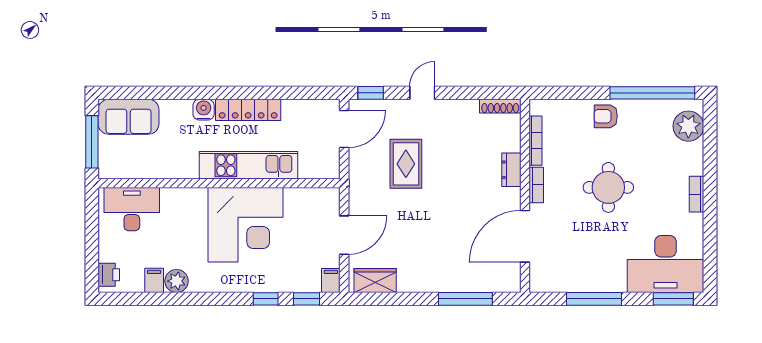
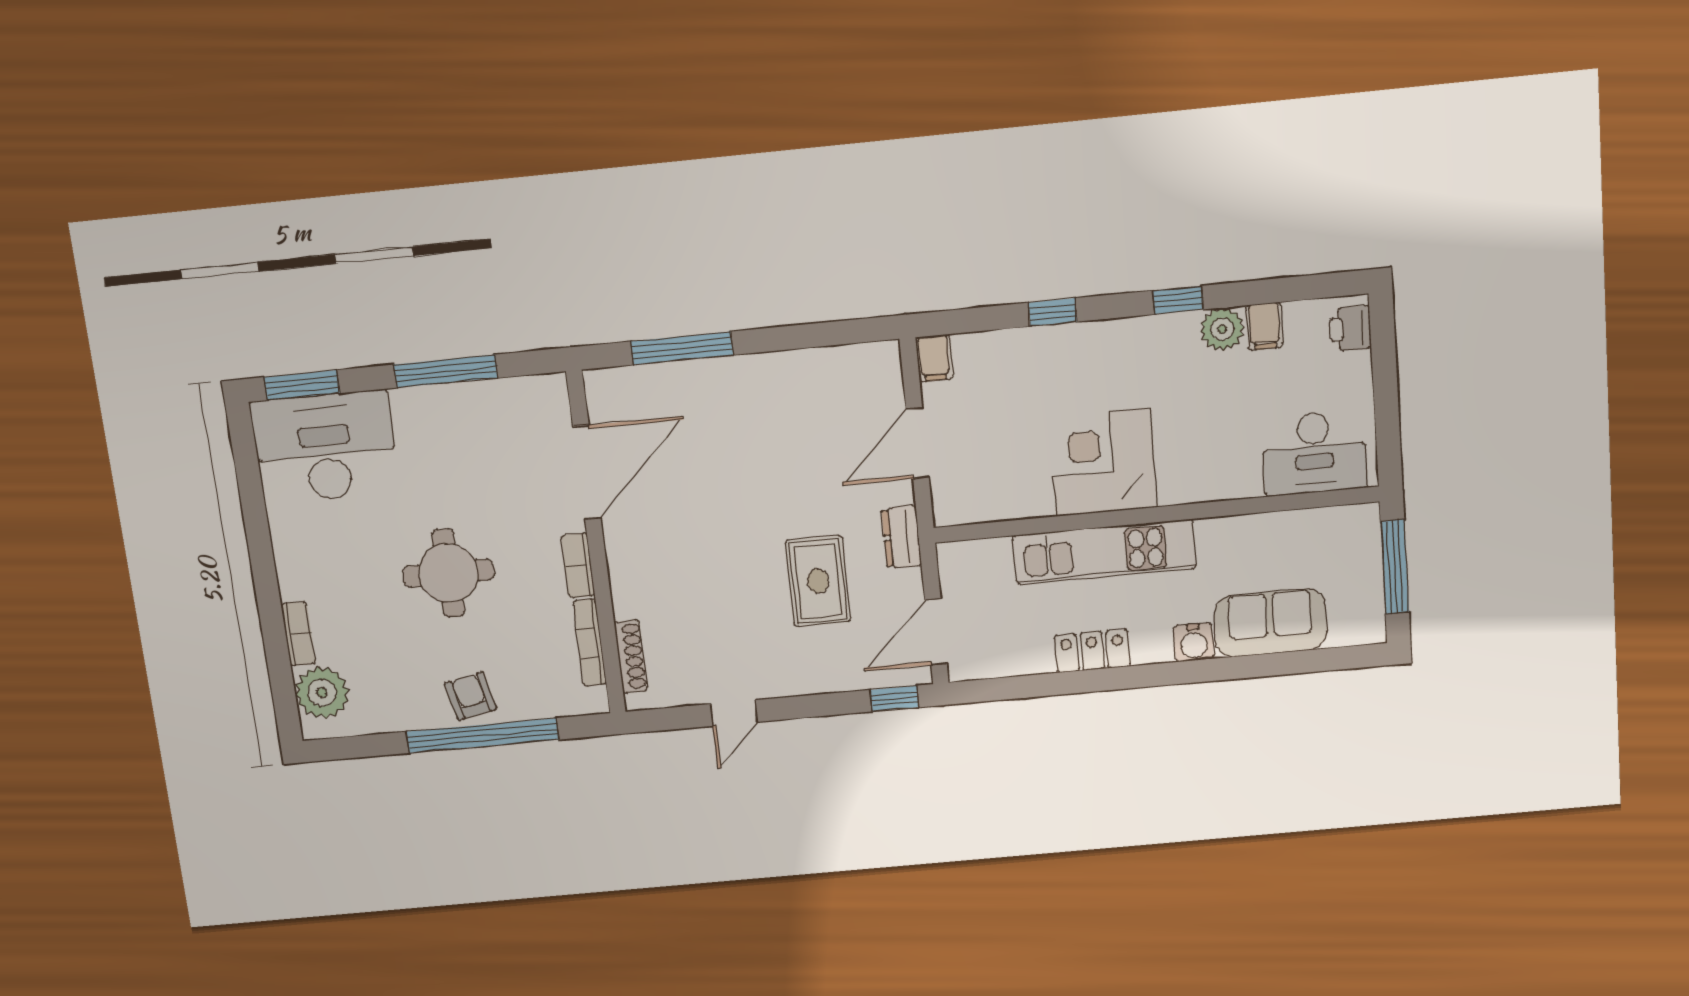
door: (422, 93) -> (734, 713), moved
window: (652, 93) -> (483, 736), moved
shoe rack: (500, 106) -> (631, 656), moved, turned 90
locker: (248, 110) -> (1092, 651), width x0.66
armchair: (606, 116) -> (471, 696), turned -102
sofa: (129, 117) -> (1270, 623), moved
dresser: (511, 170) -> (902, 537), moved, turned 180
bookcase: (696, 194) -> (298, 634), moved
corner desk: (245, 225) -> (1103, 462), width x0.74, depth x0.74
wardrobe: (375, 280) -> (852, 366), removed
window: (307, 299) -> (1178, 300), moved

